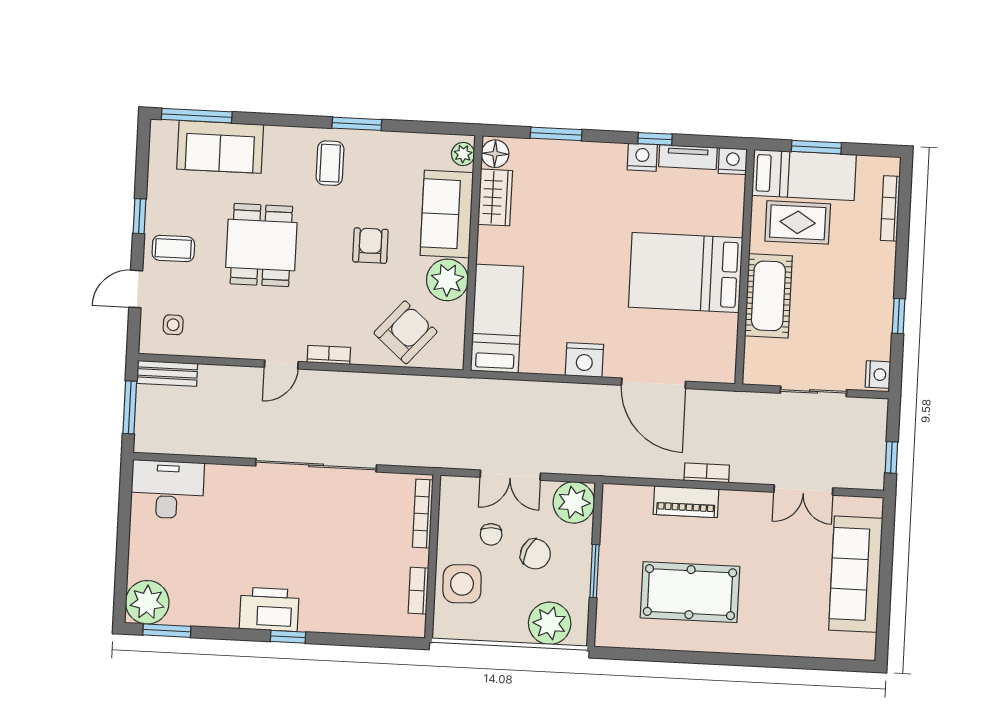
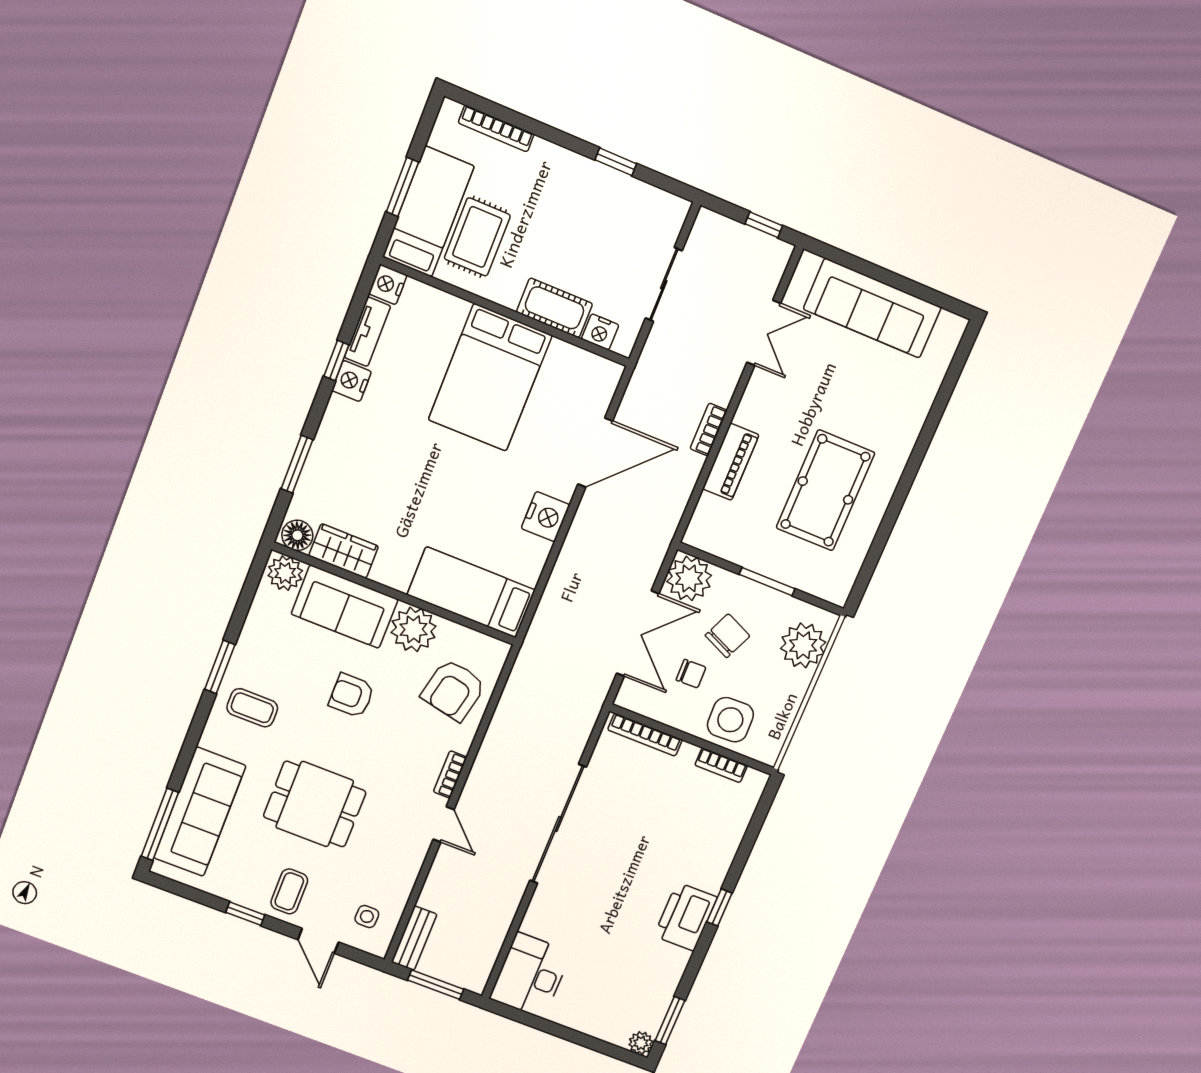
sofa: (220, 147) -> (200, 812), width x1.36
plant: (463, 154) -> (285, 573), width x1.38, depth x1.38
cot: (768, 296) -> (555, 308), width x0.73, depth x0.75
armchair: (406, 332) -> (453, 690), turned -119
nightstand: (878, 374) -> (600, 332), moved, turned 180
double door: (510, 475) -> (638, 634), width x1.37
plant: (147, 602) -> (641, 1043), width x0.53, depth x0.53

